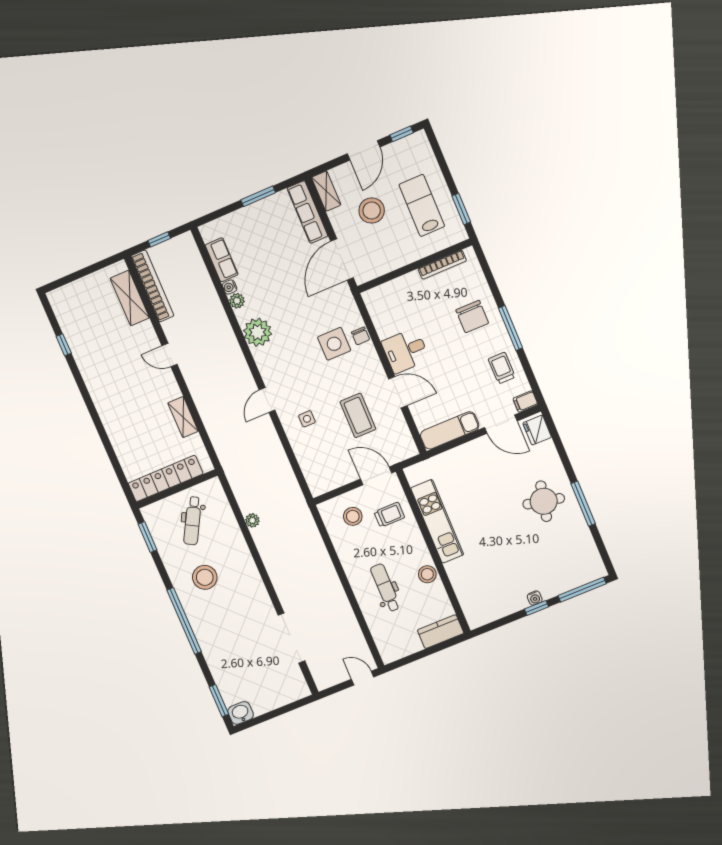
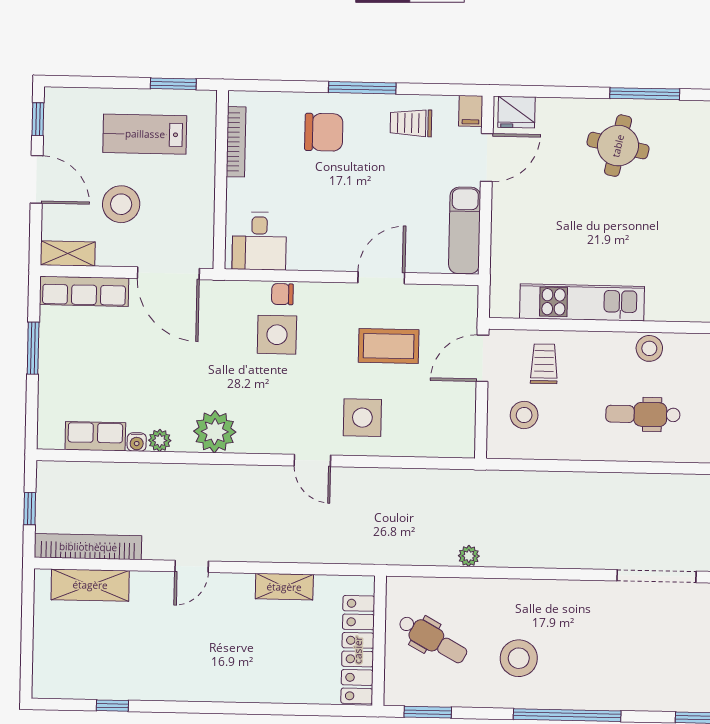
chair: (361, 336) -> (282, 294), turned 180
desk: (405, 351) -> (259, 241), moved
side table: (307, 419) -> (362, 418), width x1.87, depth x1.87

